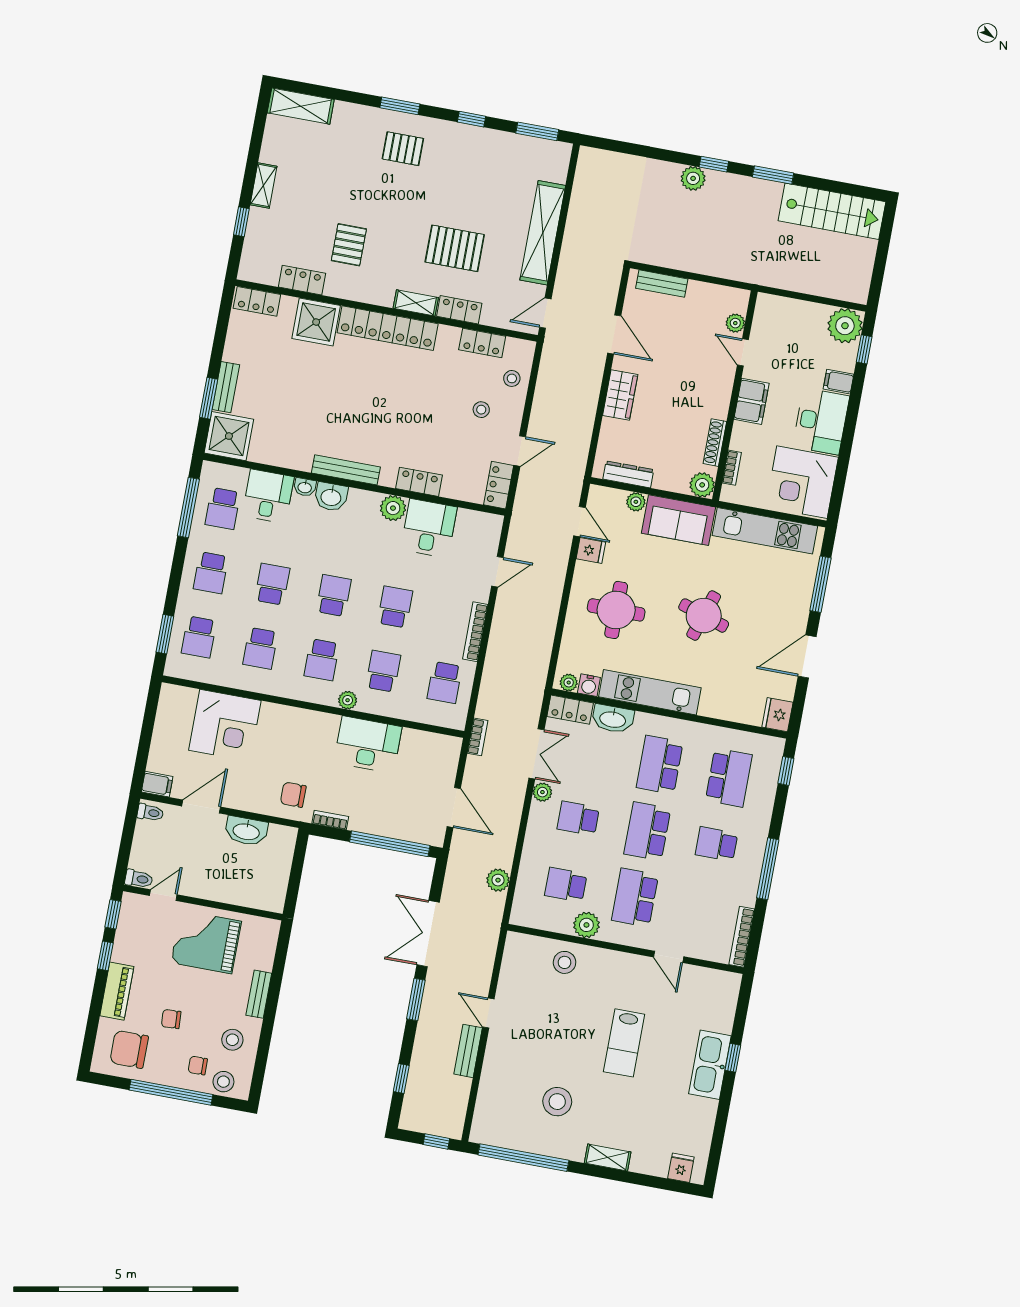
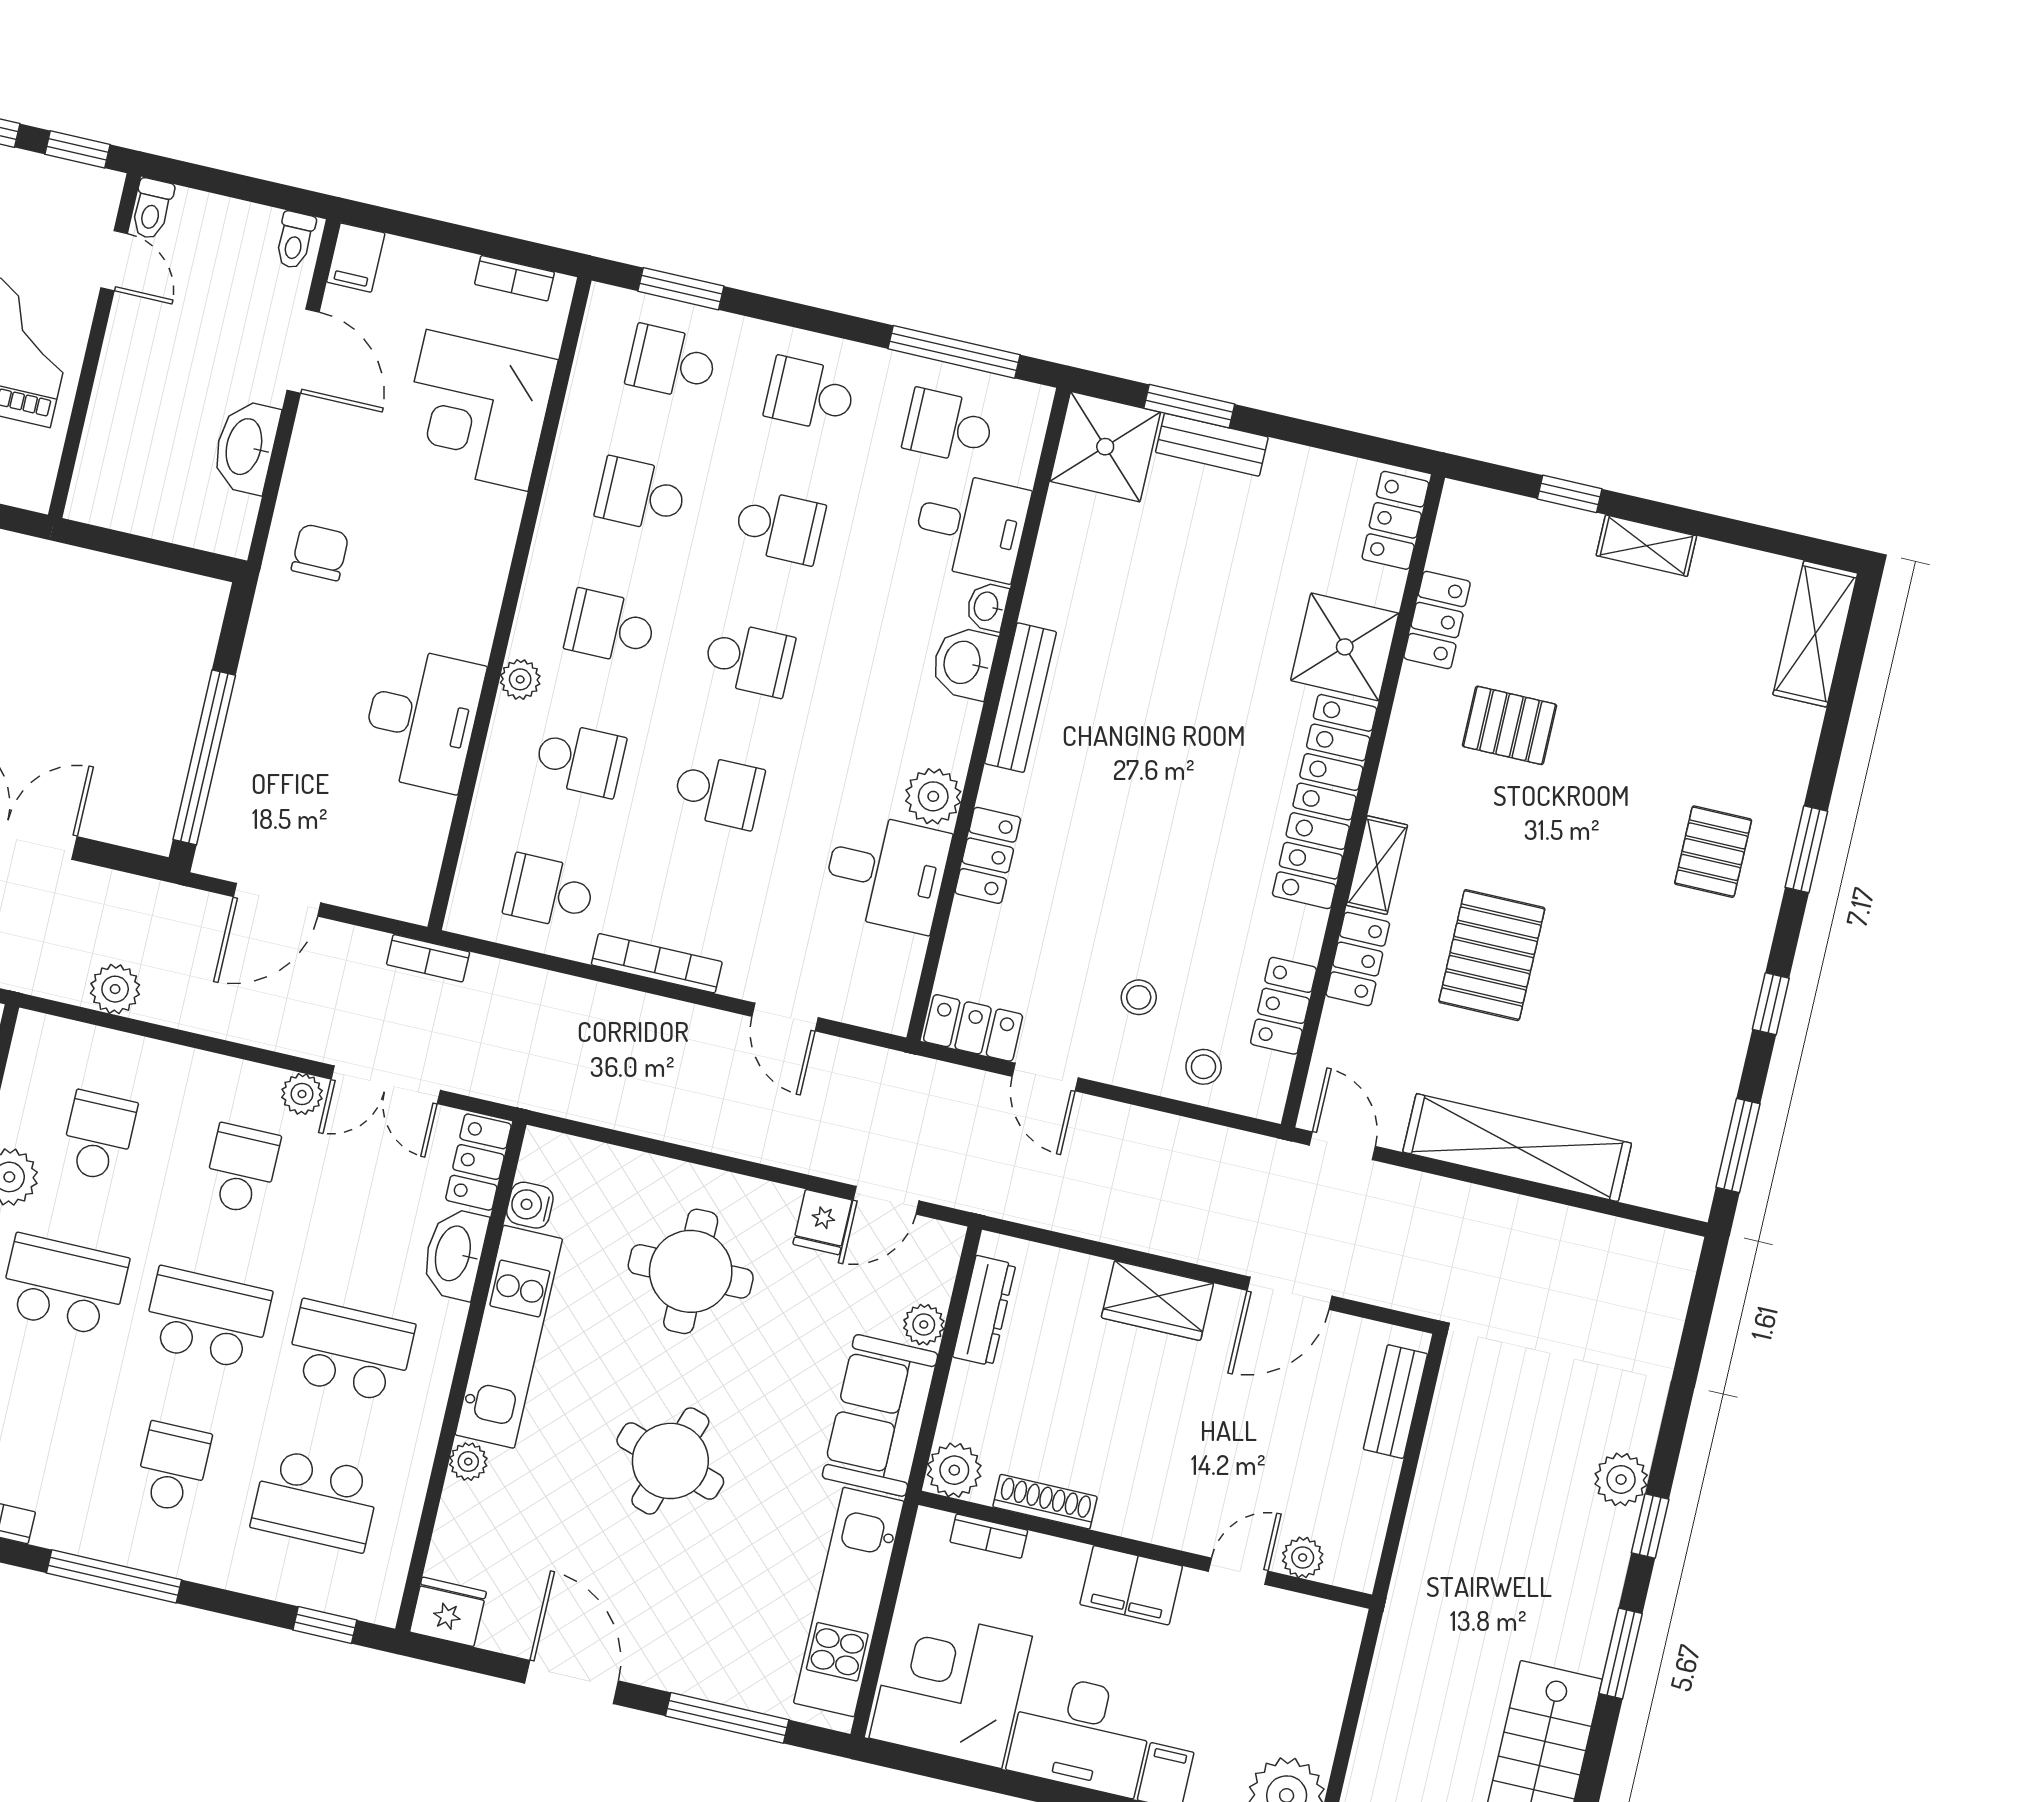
plant: (569, 683) -> (468, 1462), moved
bookcase: (330, 820) -> (514, 278), moved, turned 90

